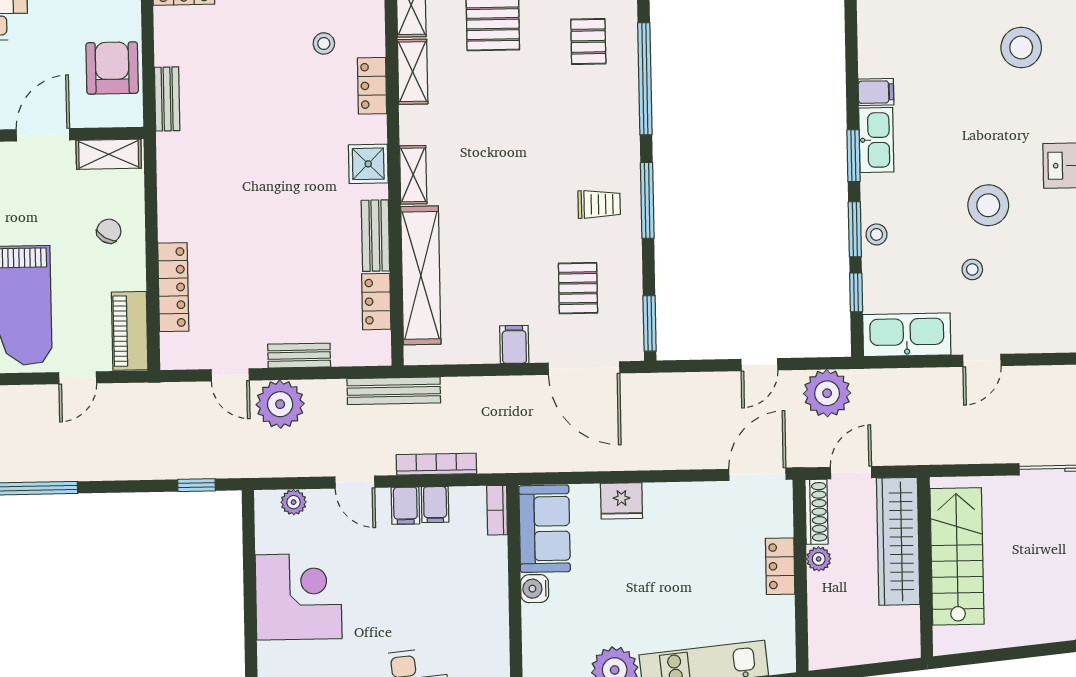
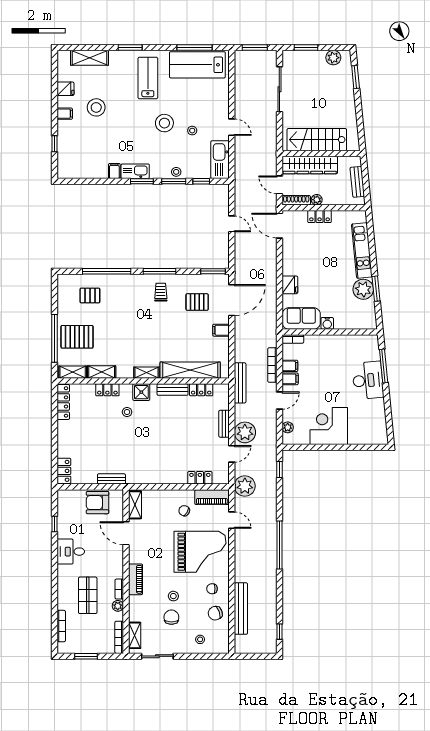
stool: (324, 43) -> (127, 412), moved
chair: (109, 231) -> (184, 511), moved
locker: (173, 287) -> (200, 478), width x0.66
plant: (827, 393) -> (245, 486), moved
bench: (862, 651) -> (357, 182), added

